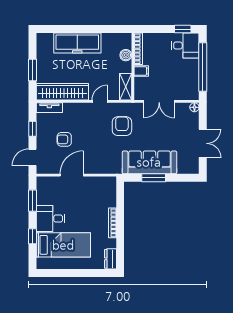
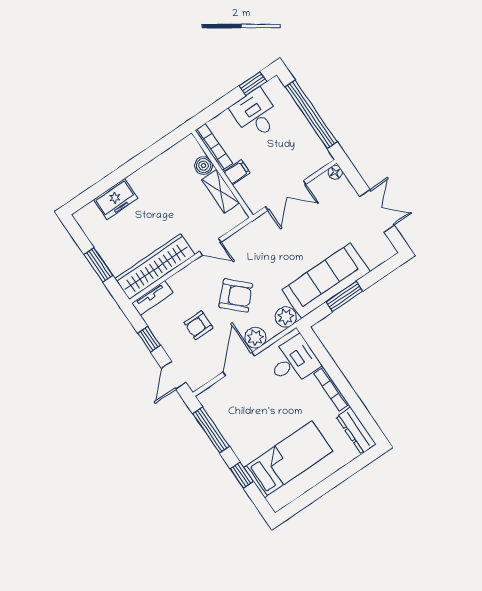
freezer: (77, 43) -> (116, 199), width x0.52, depth x0.79
desk: (185, 46) -> (256, 114), moved, turned -90
shelving: (126, 87) -> (221, 191), moved
door: (100, 101) -> (210, 247), swing flipped
armchair: (122, 126) -> (236, 296), moved, turned 134
plant: (90, 167) -> (255, 338), added
plant: (115, 167) -> (286, 317), added
window: (32, 201) -> (211, 430), width x1.44
desk: (50, 219) -> (293, 361), moved, turned 180
dresser: (111, 259) -> (356, 431), width x1.44

